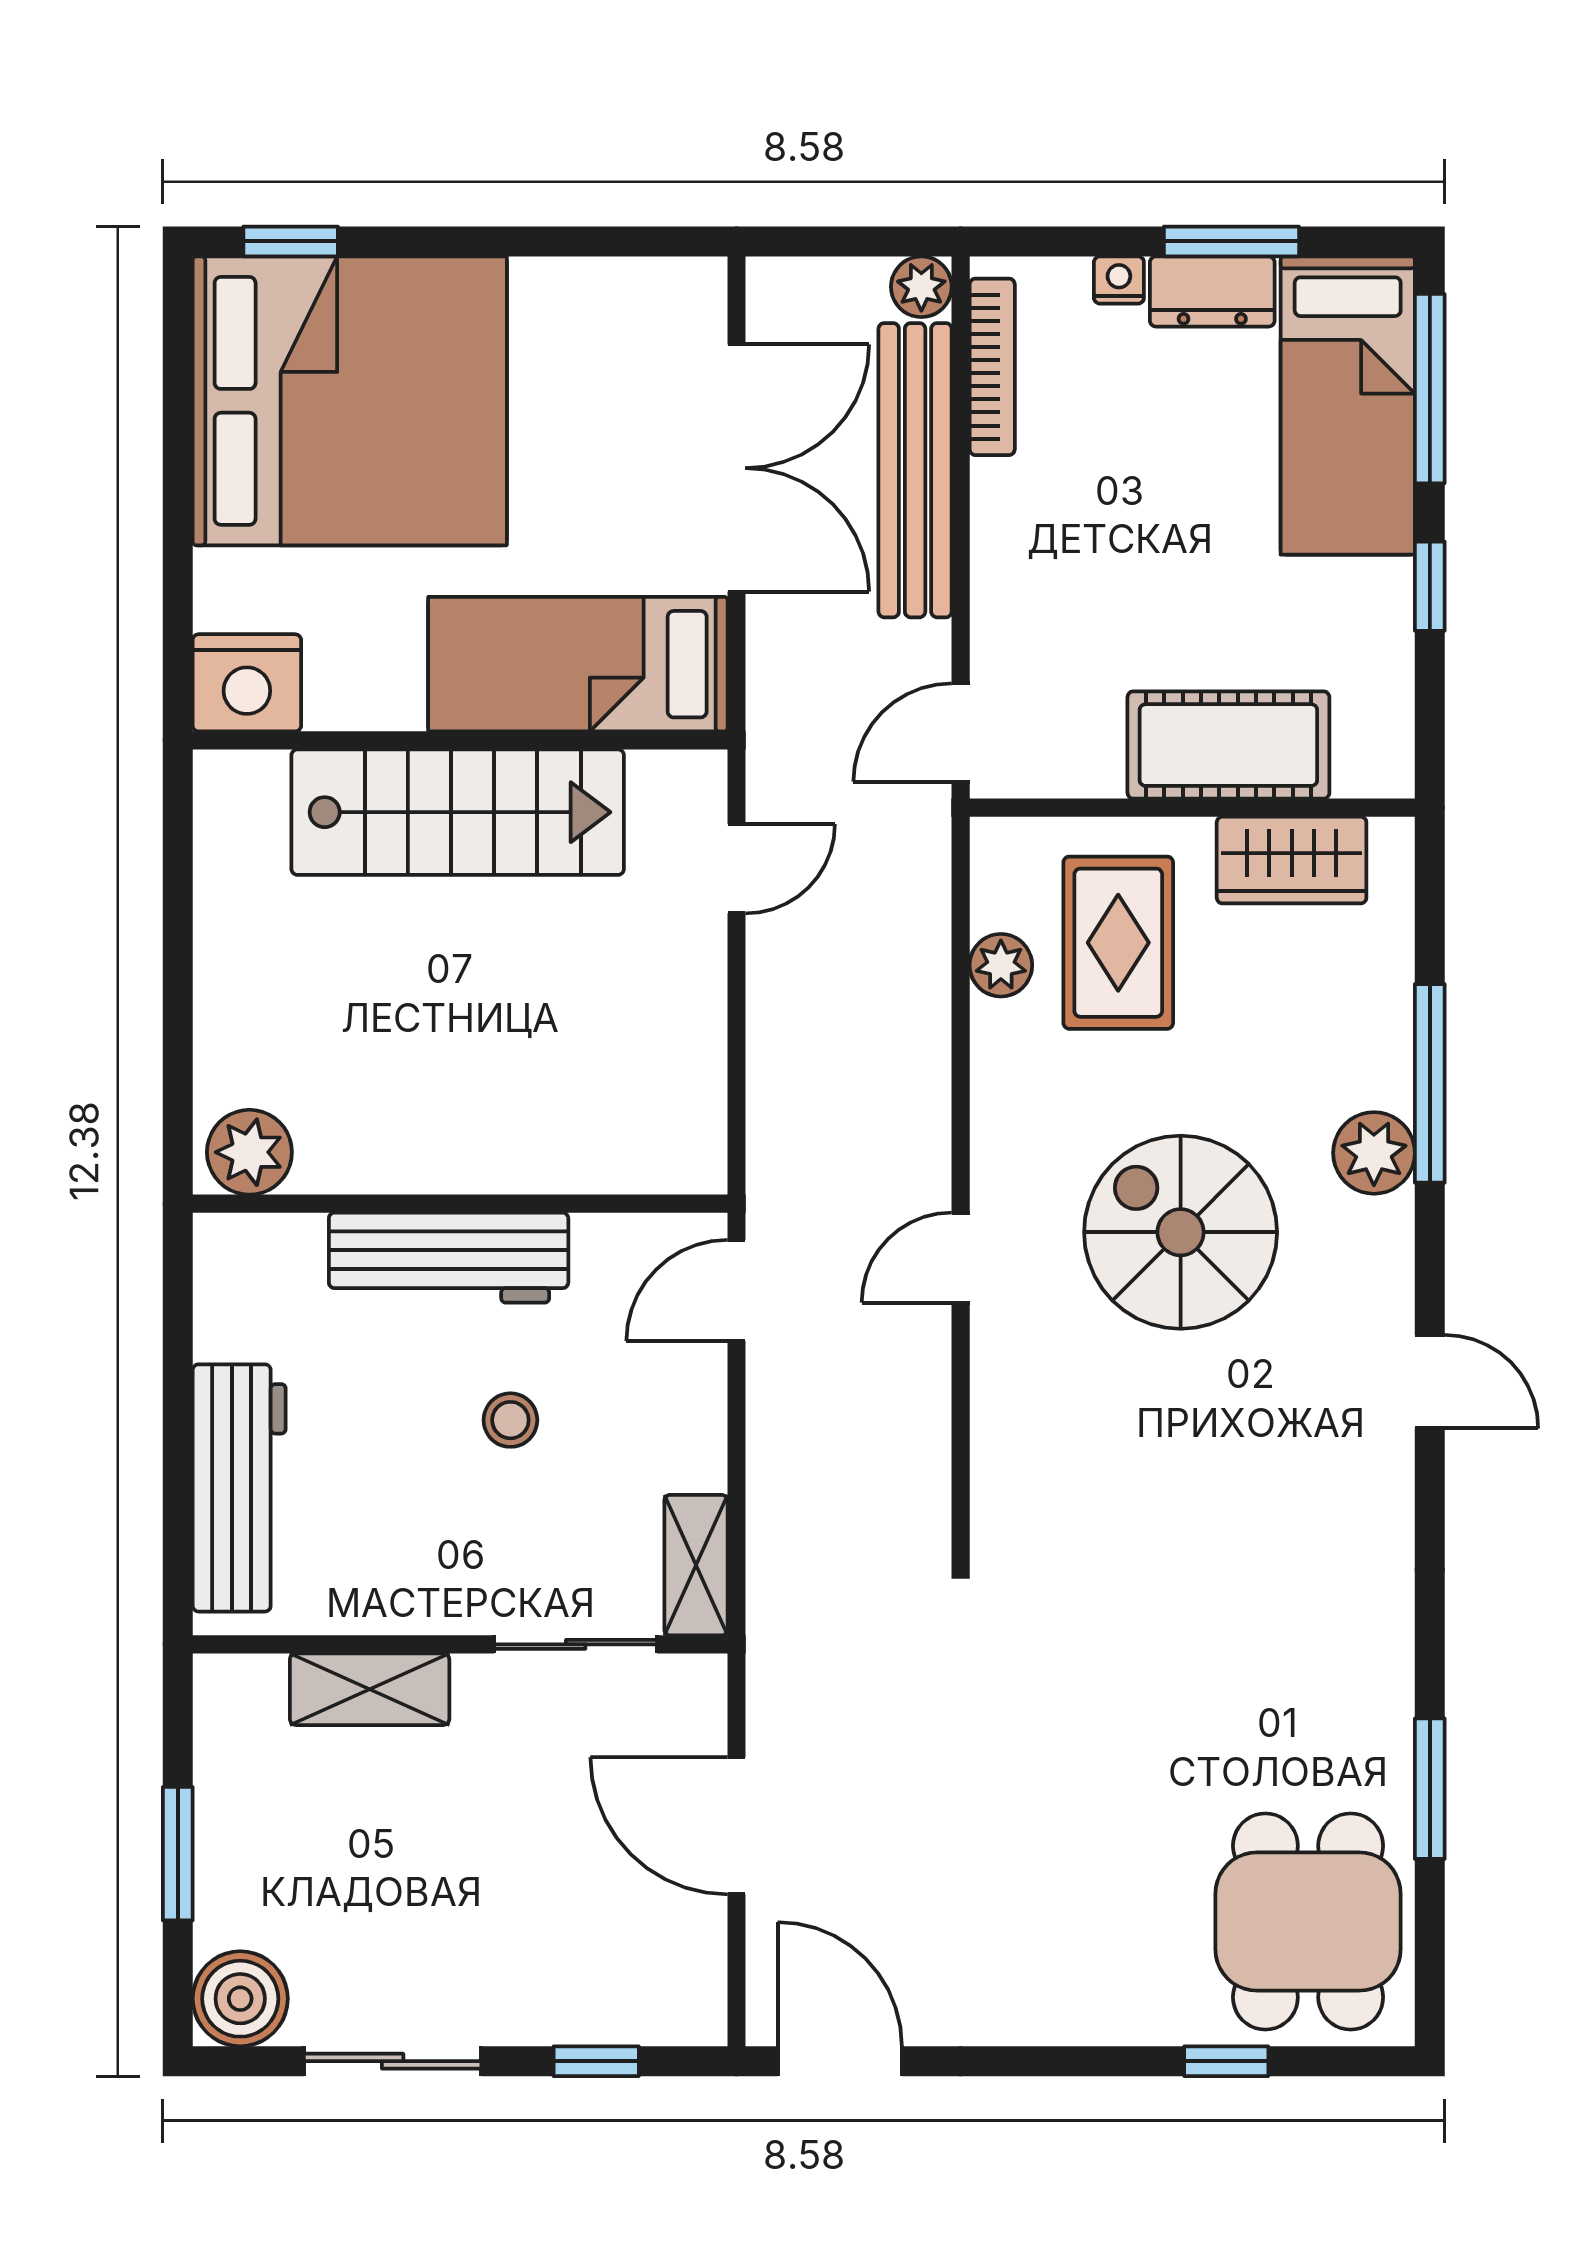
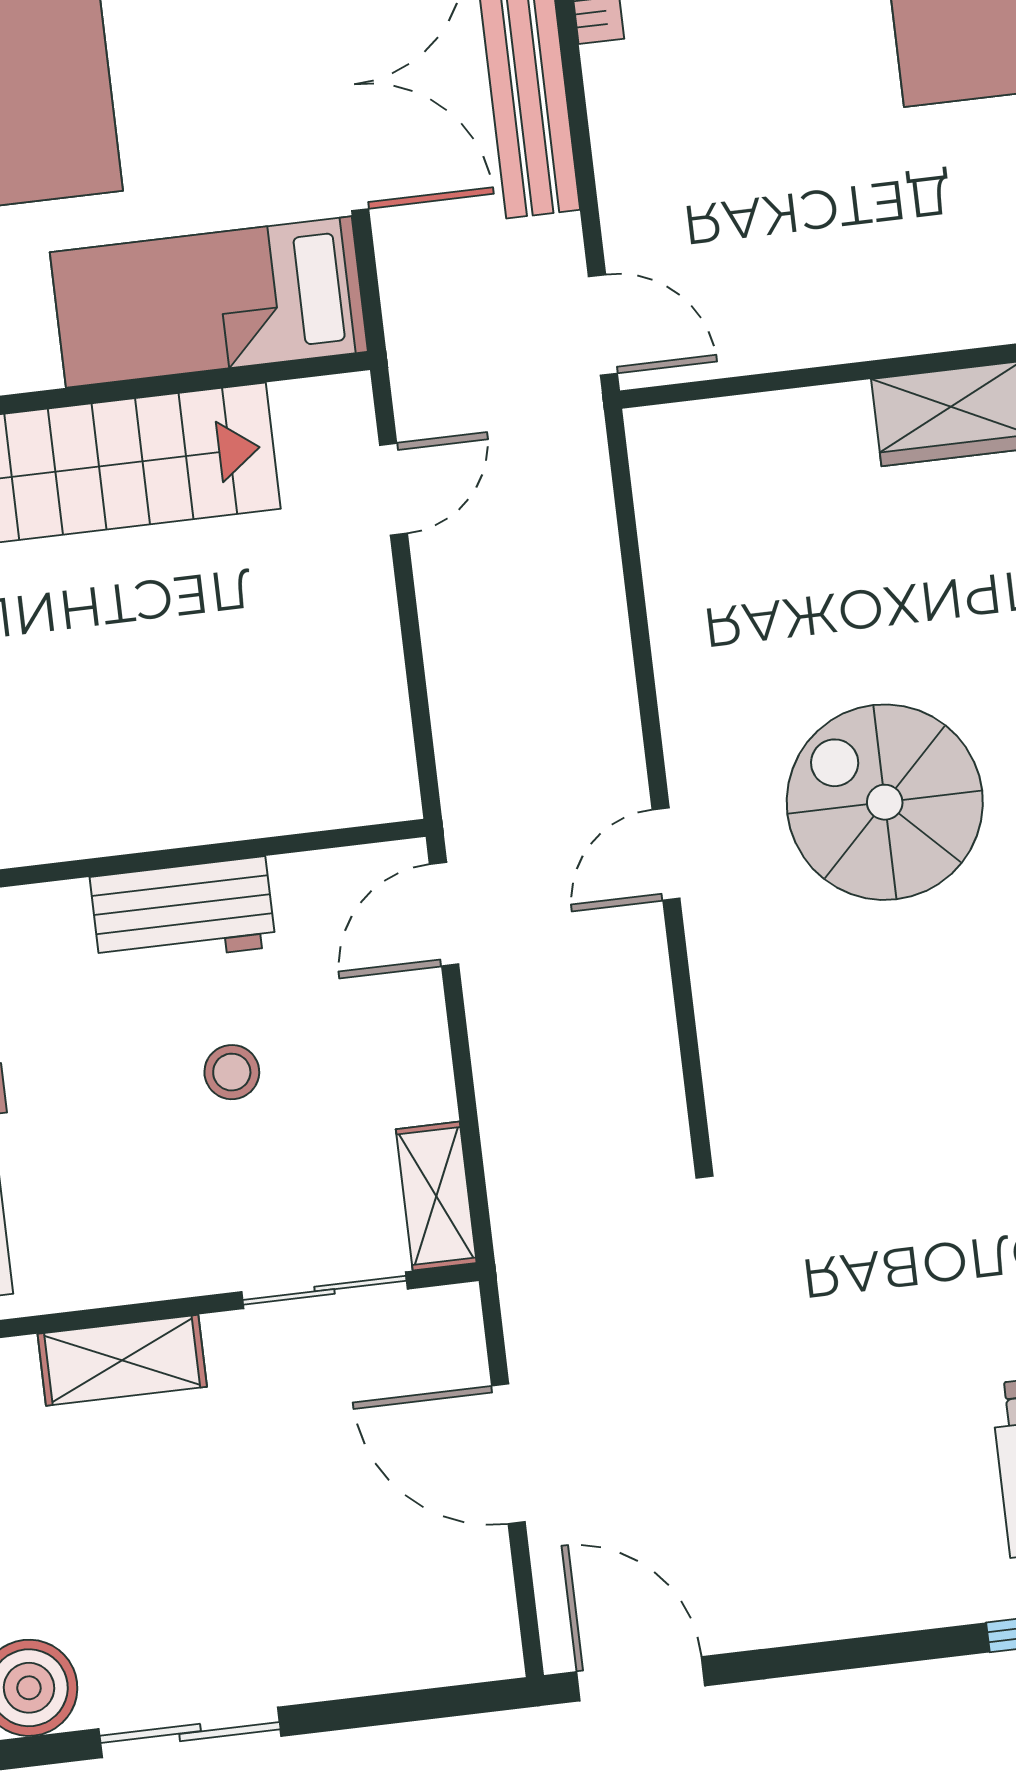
door: (961, 733) -> (603, 325), swing flipped
cot: (1228, 745) -> (874, 305), removed
rug: (1118, 943) -> (787, 518), removed
plant: (1001, 965) -> (671, 555), removed
workbench: (449, 1258) -> (183, 912), width x0.73
window: (596, 2061) -> (395, 1708), removed

